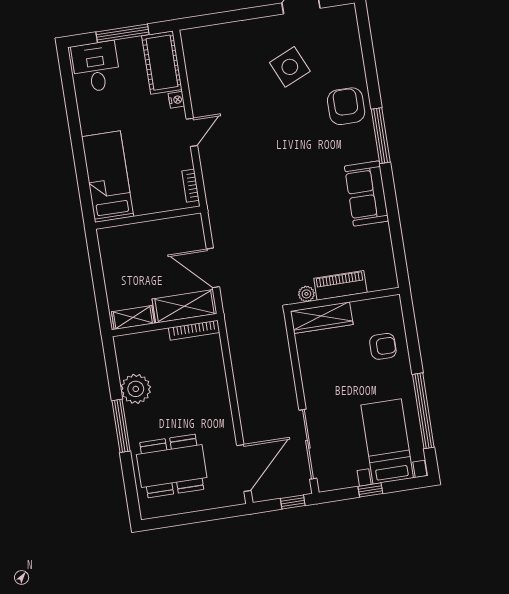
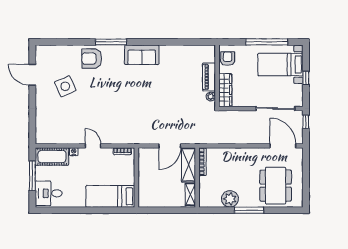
piano: (340, 285) -> (209, 77), moved
plant: (306, 294) -> (211, 96), moved
wall: (345, 299) -> (217, 76), moved
wardrobe: (322, 318) -> (225, 90), moved

